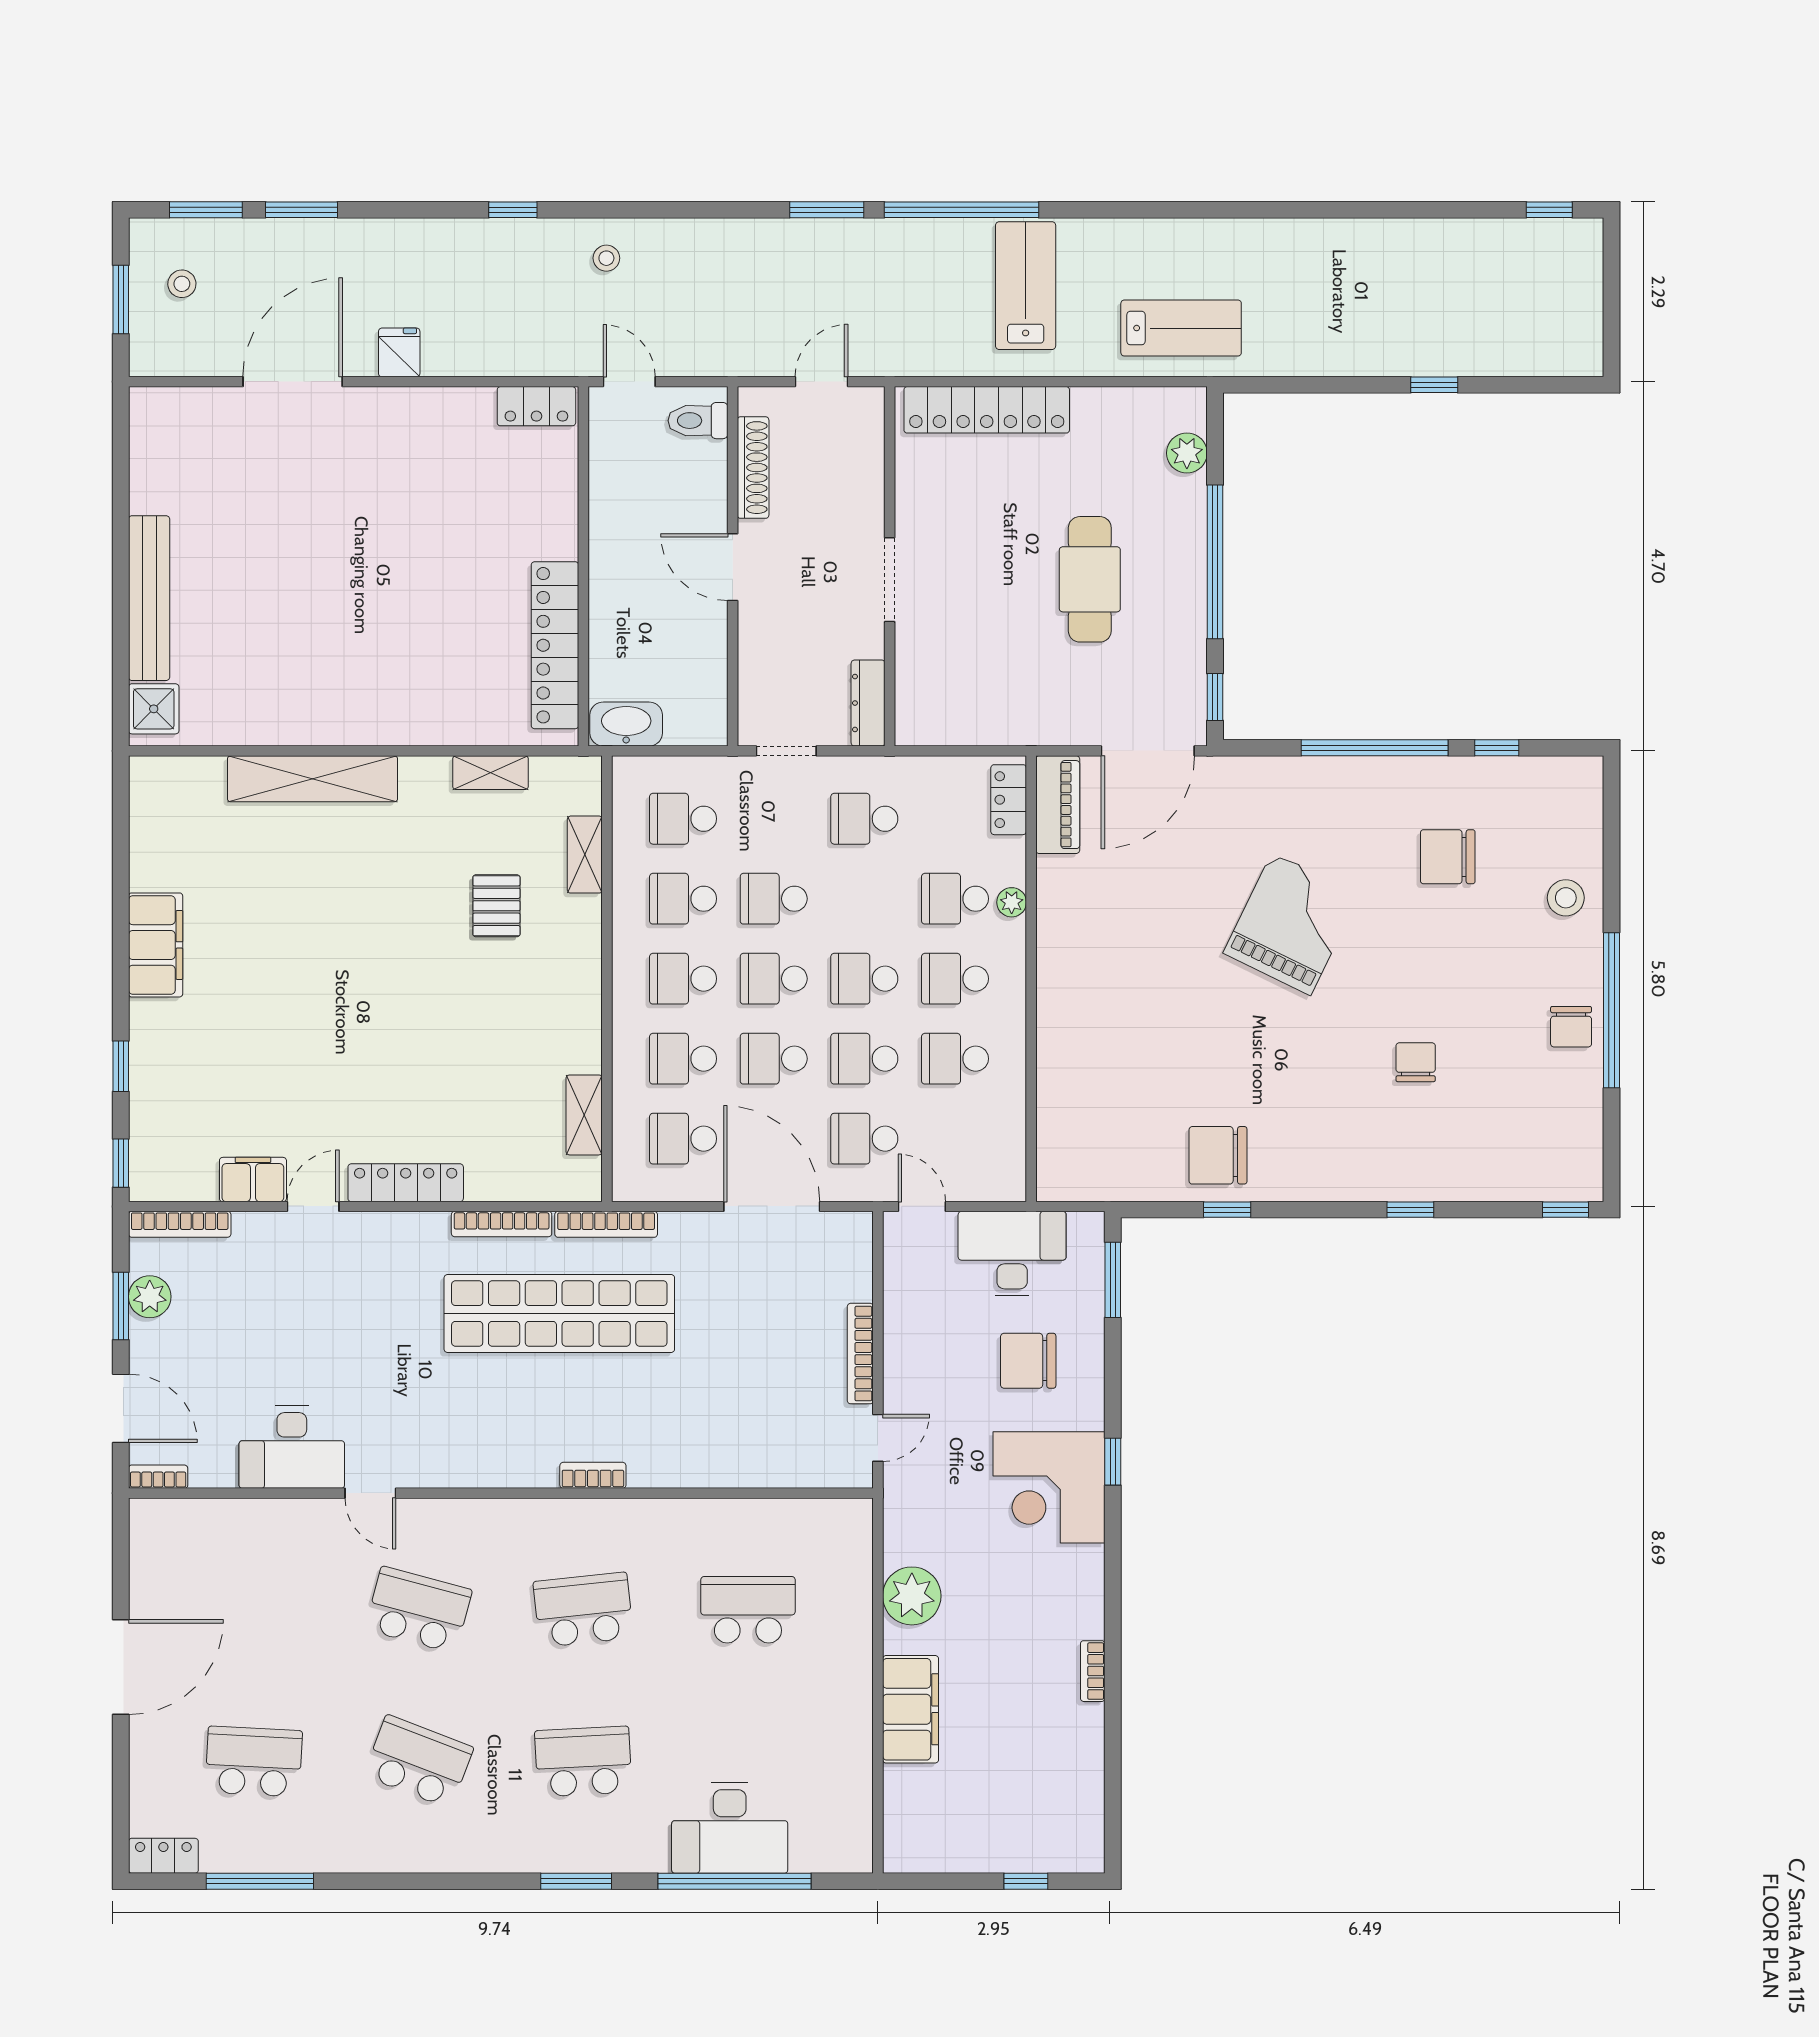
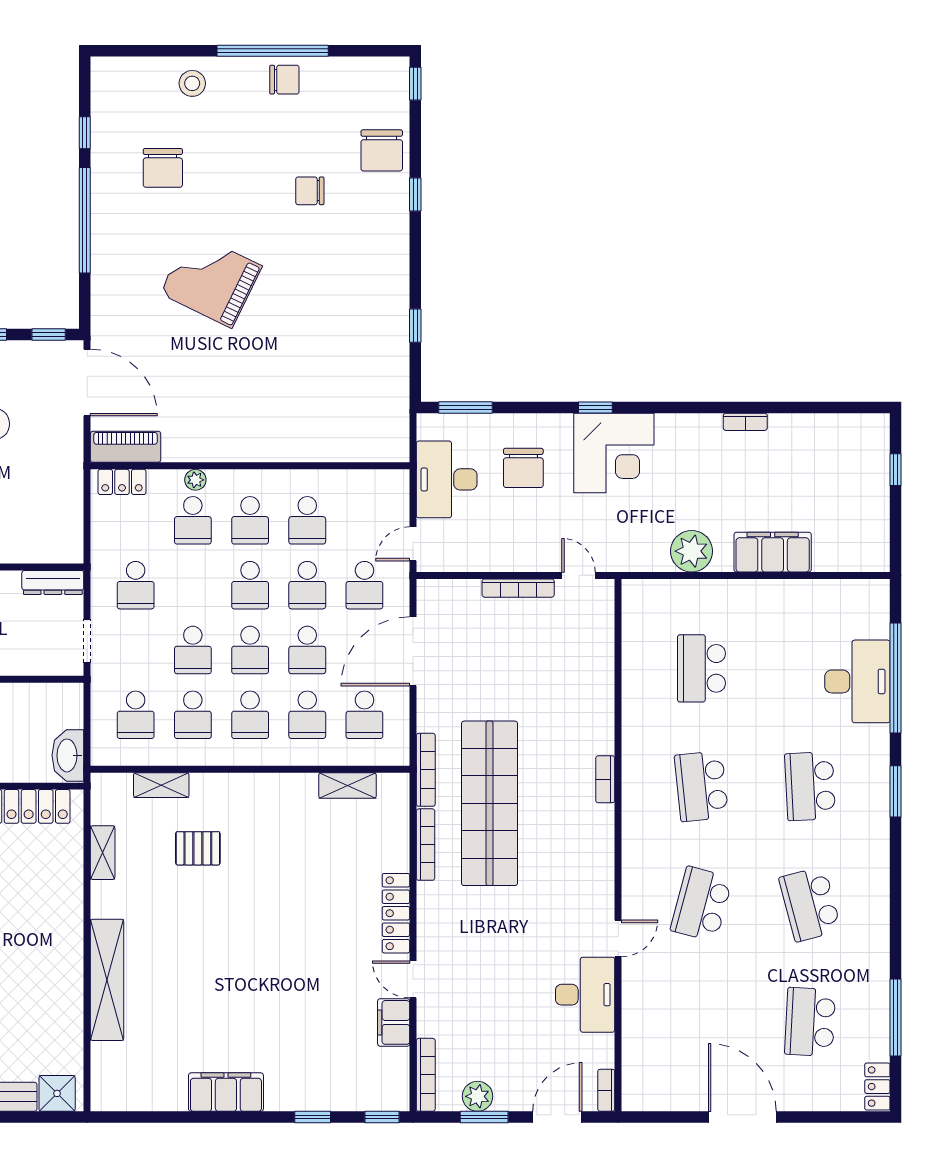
chair: (1218, 1155) -> (382, 150), moved
school desk: (419, 1762) -> (810, 904), turned -36

